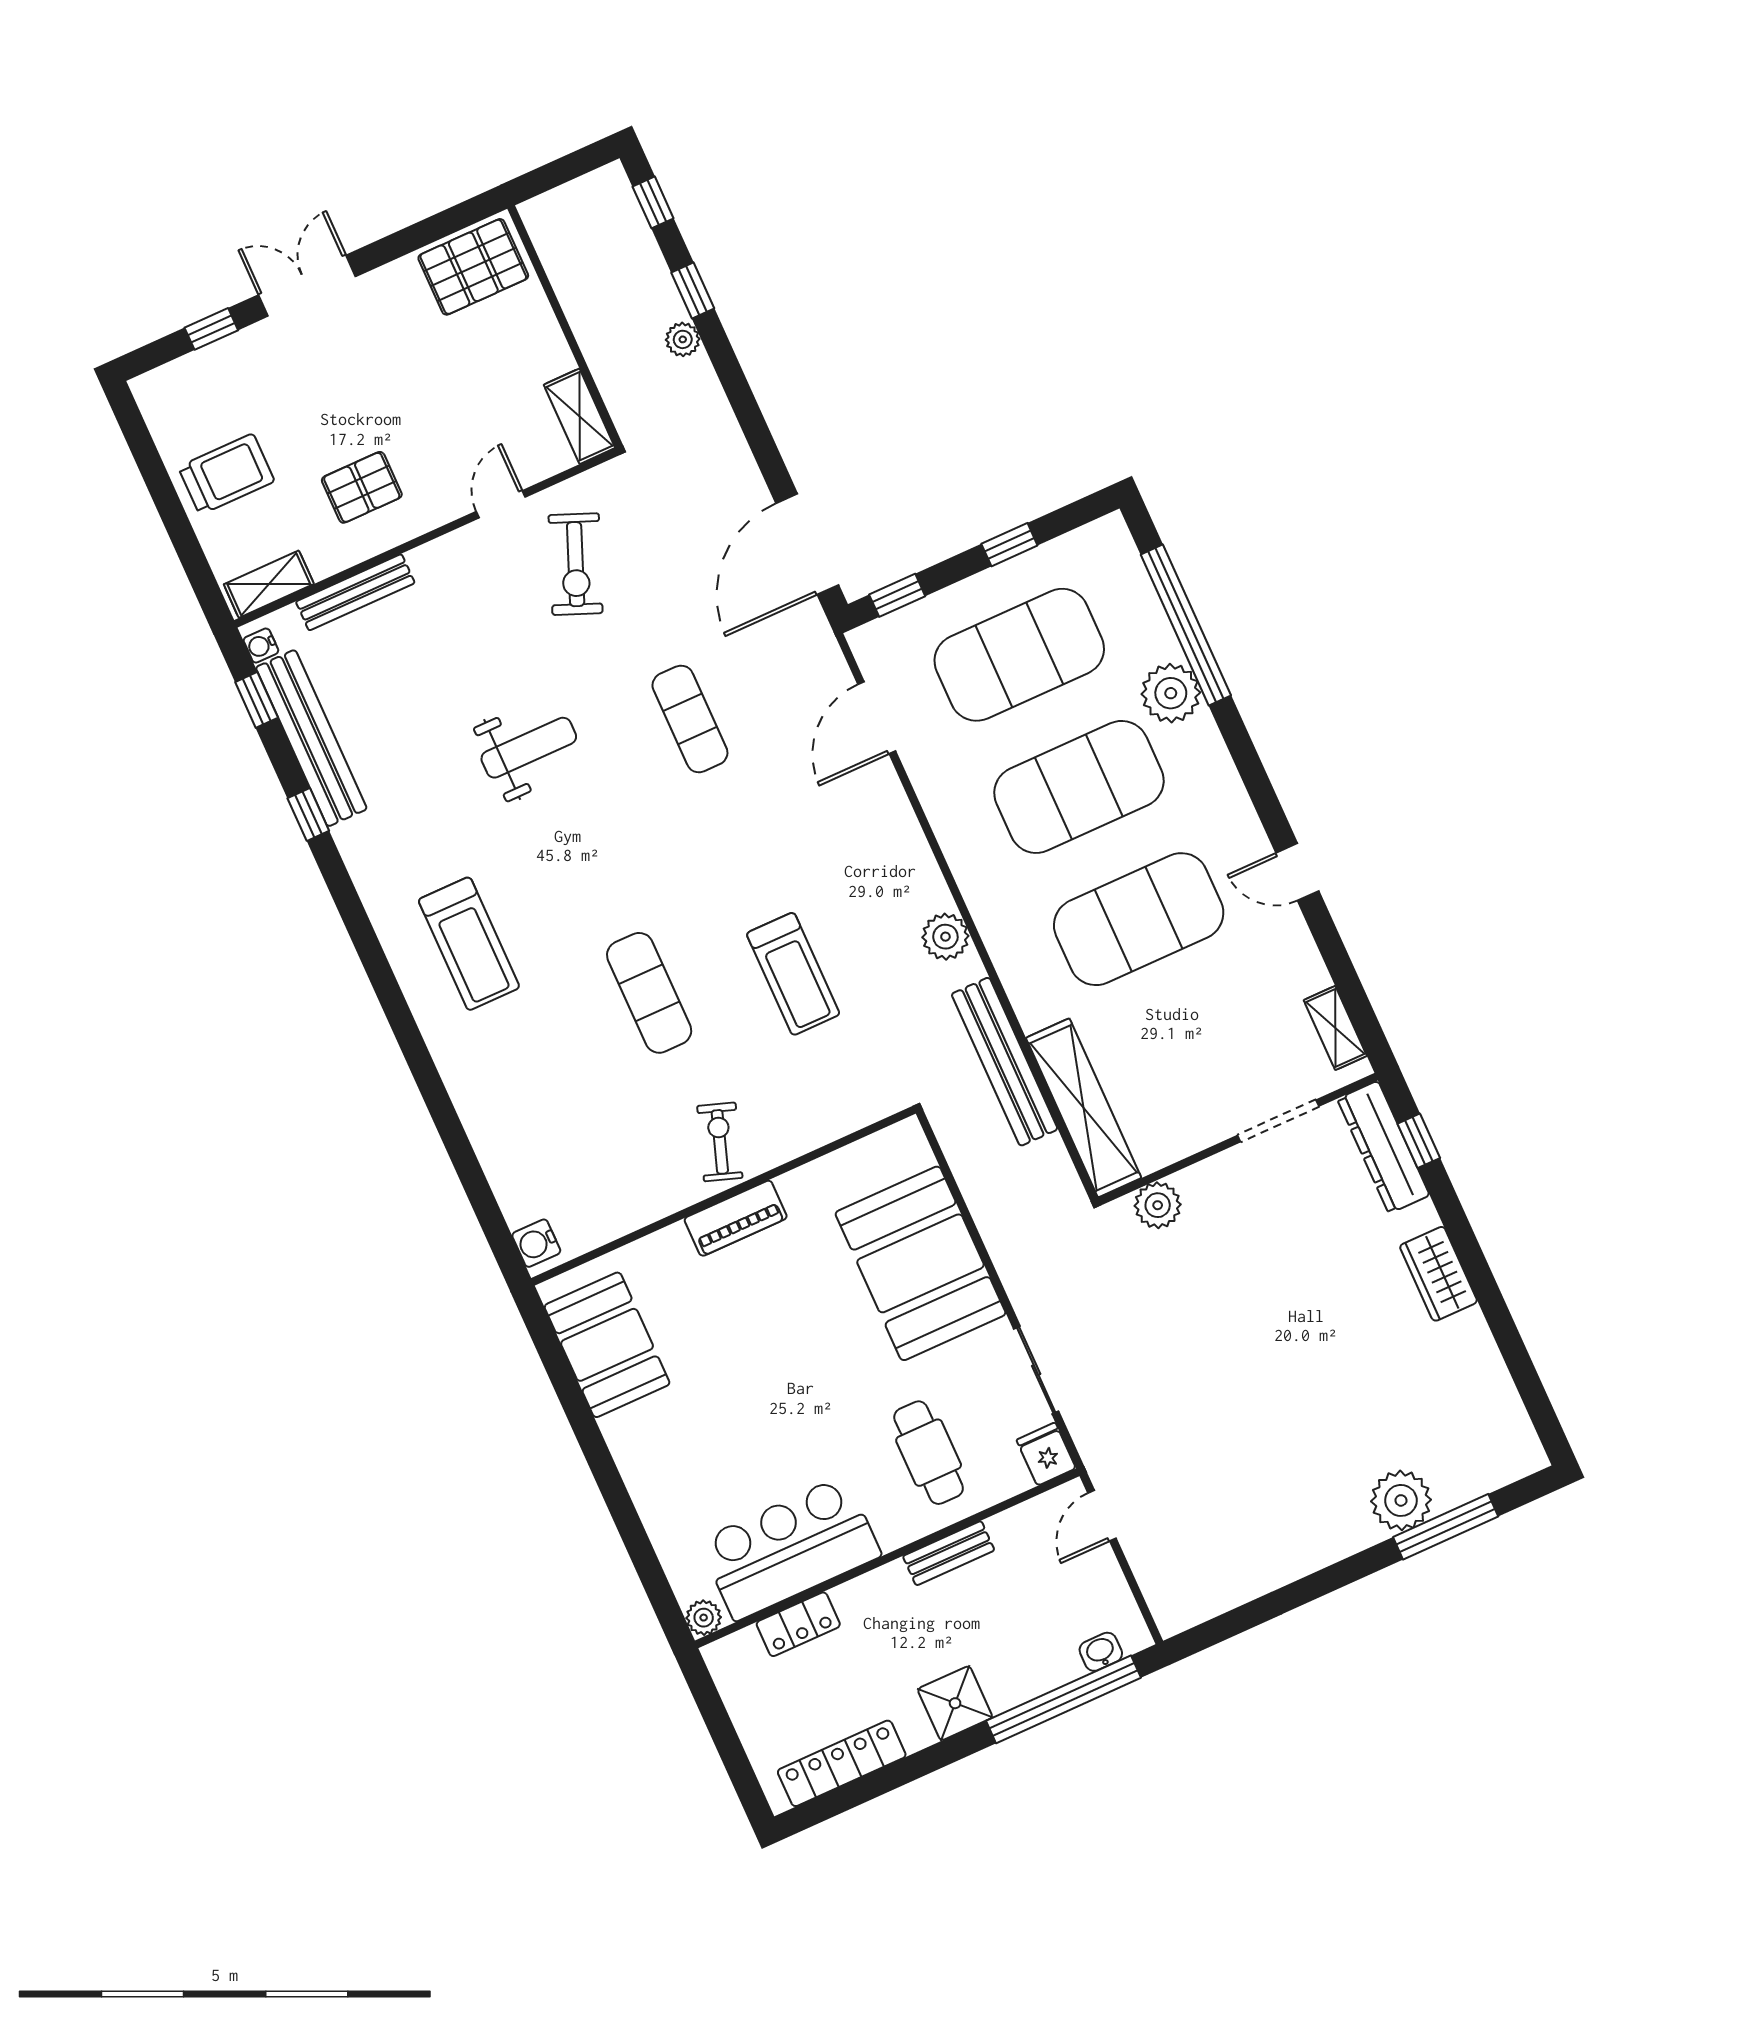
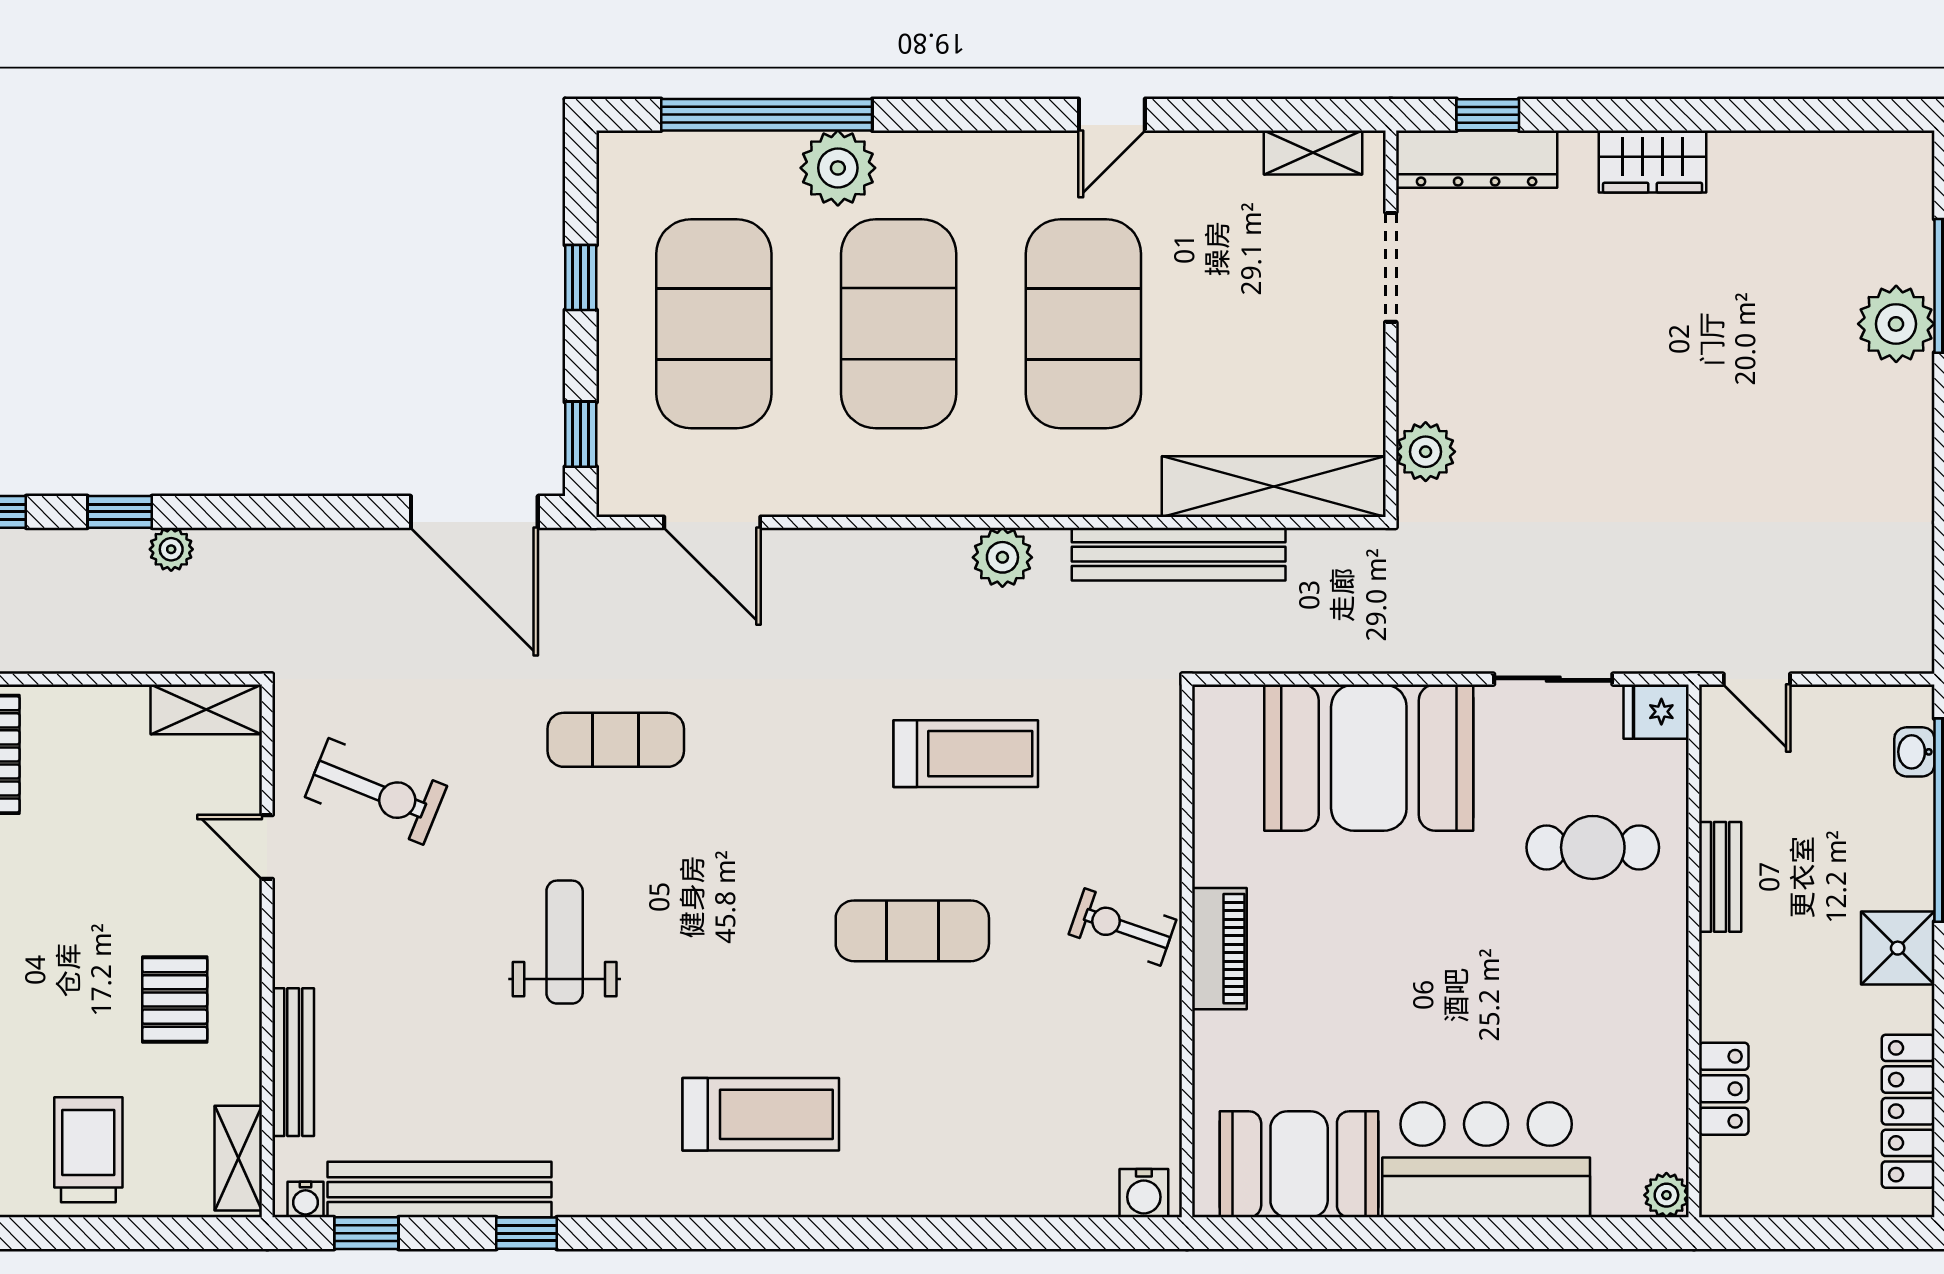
bar counter: (790, 1548) -> (1486, 1160), moved, turned 90

